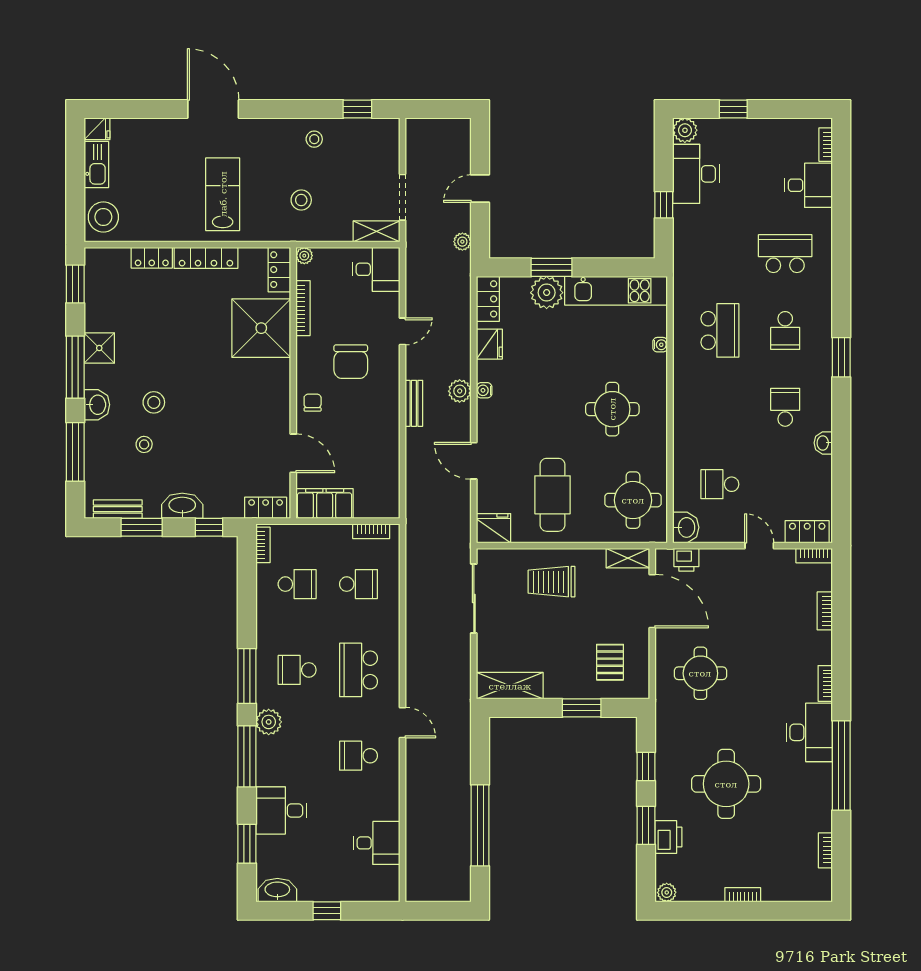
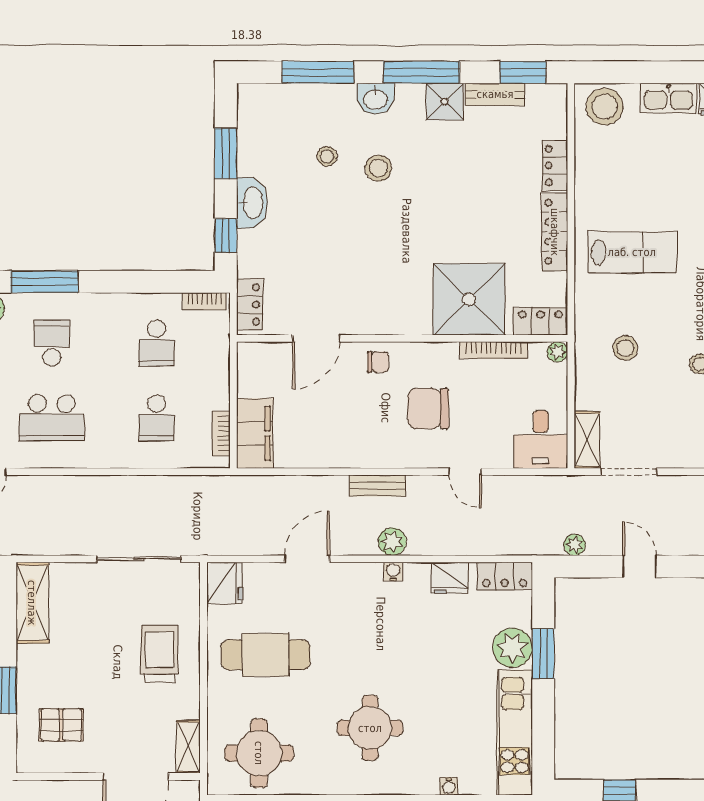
filing cabinet: (325, 504) -> (255, 433), moved
bench: (118, 509) -> (495, 94), moved, turned 90
school desk: (358, 670) -> (52, 418), turned 180

